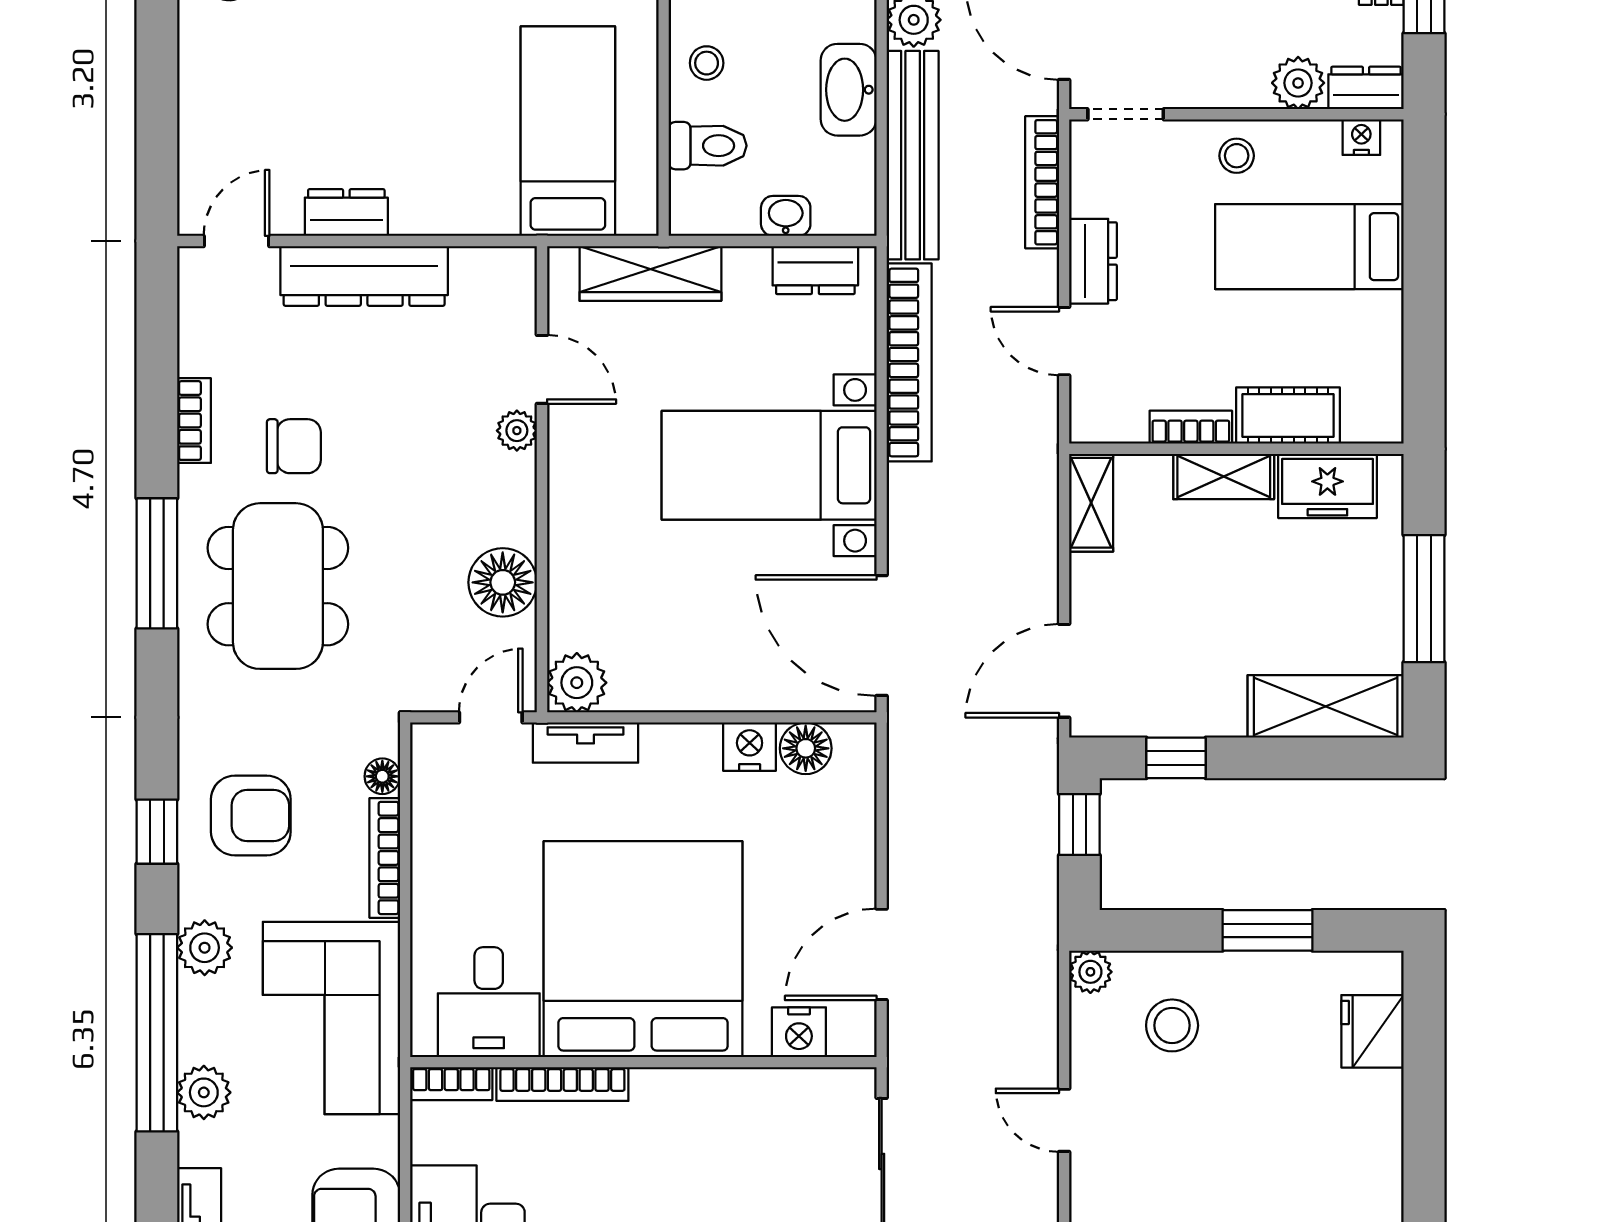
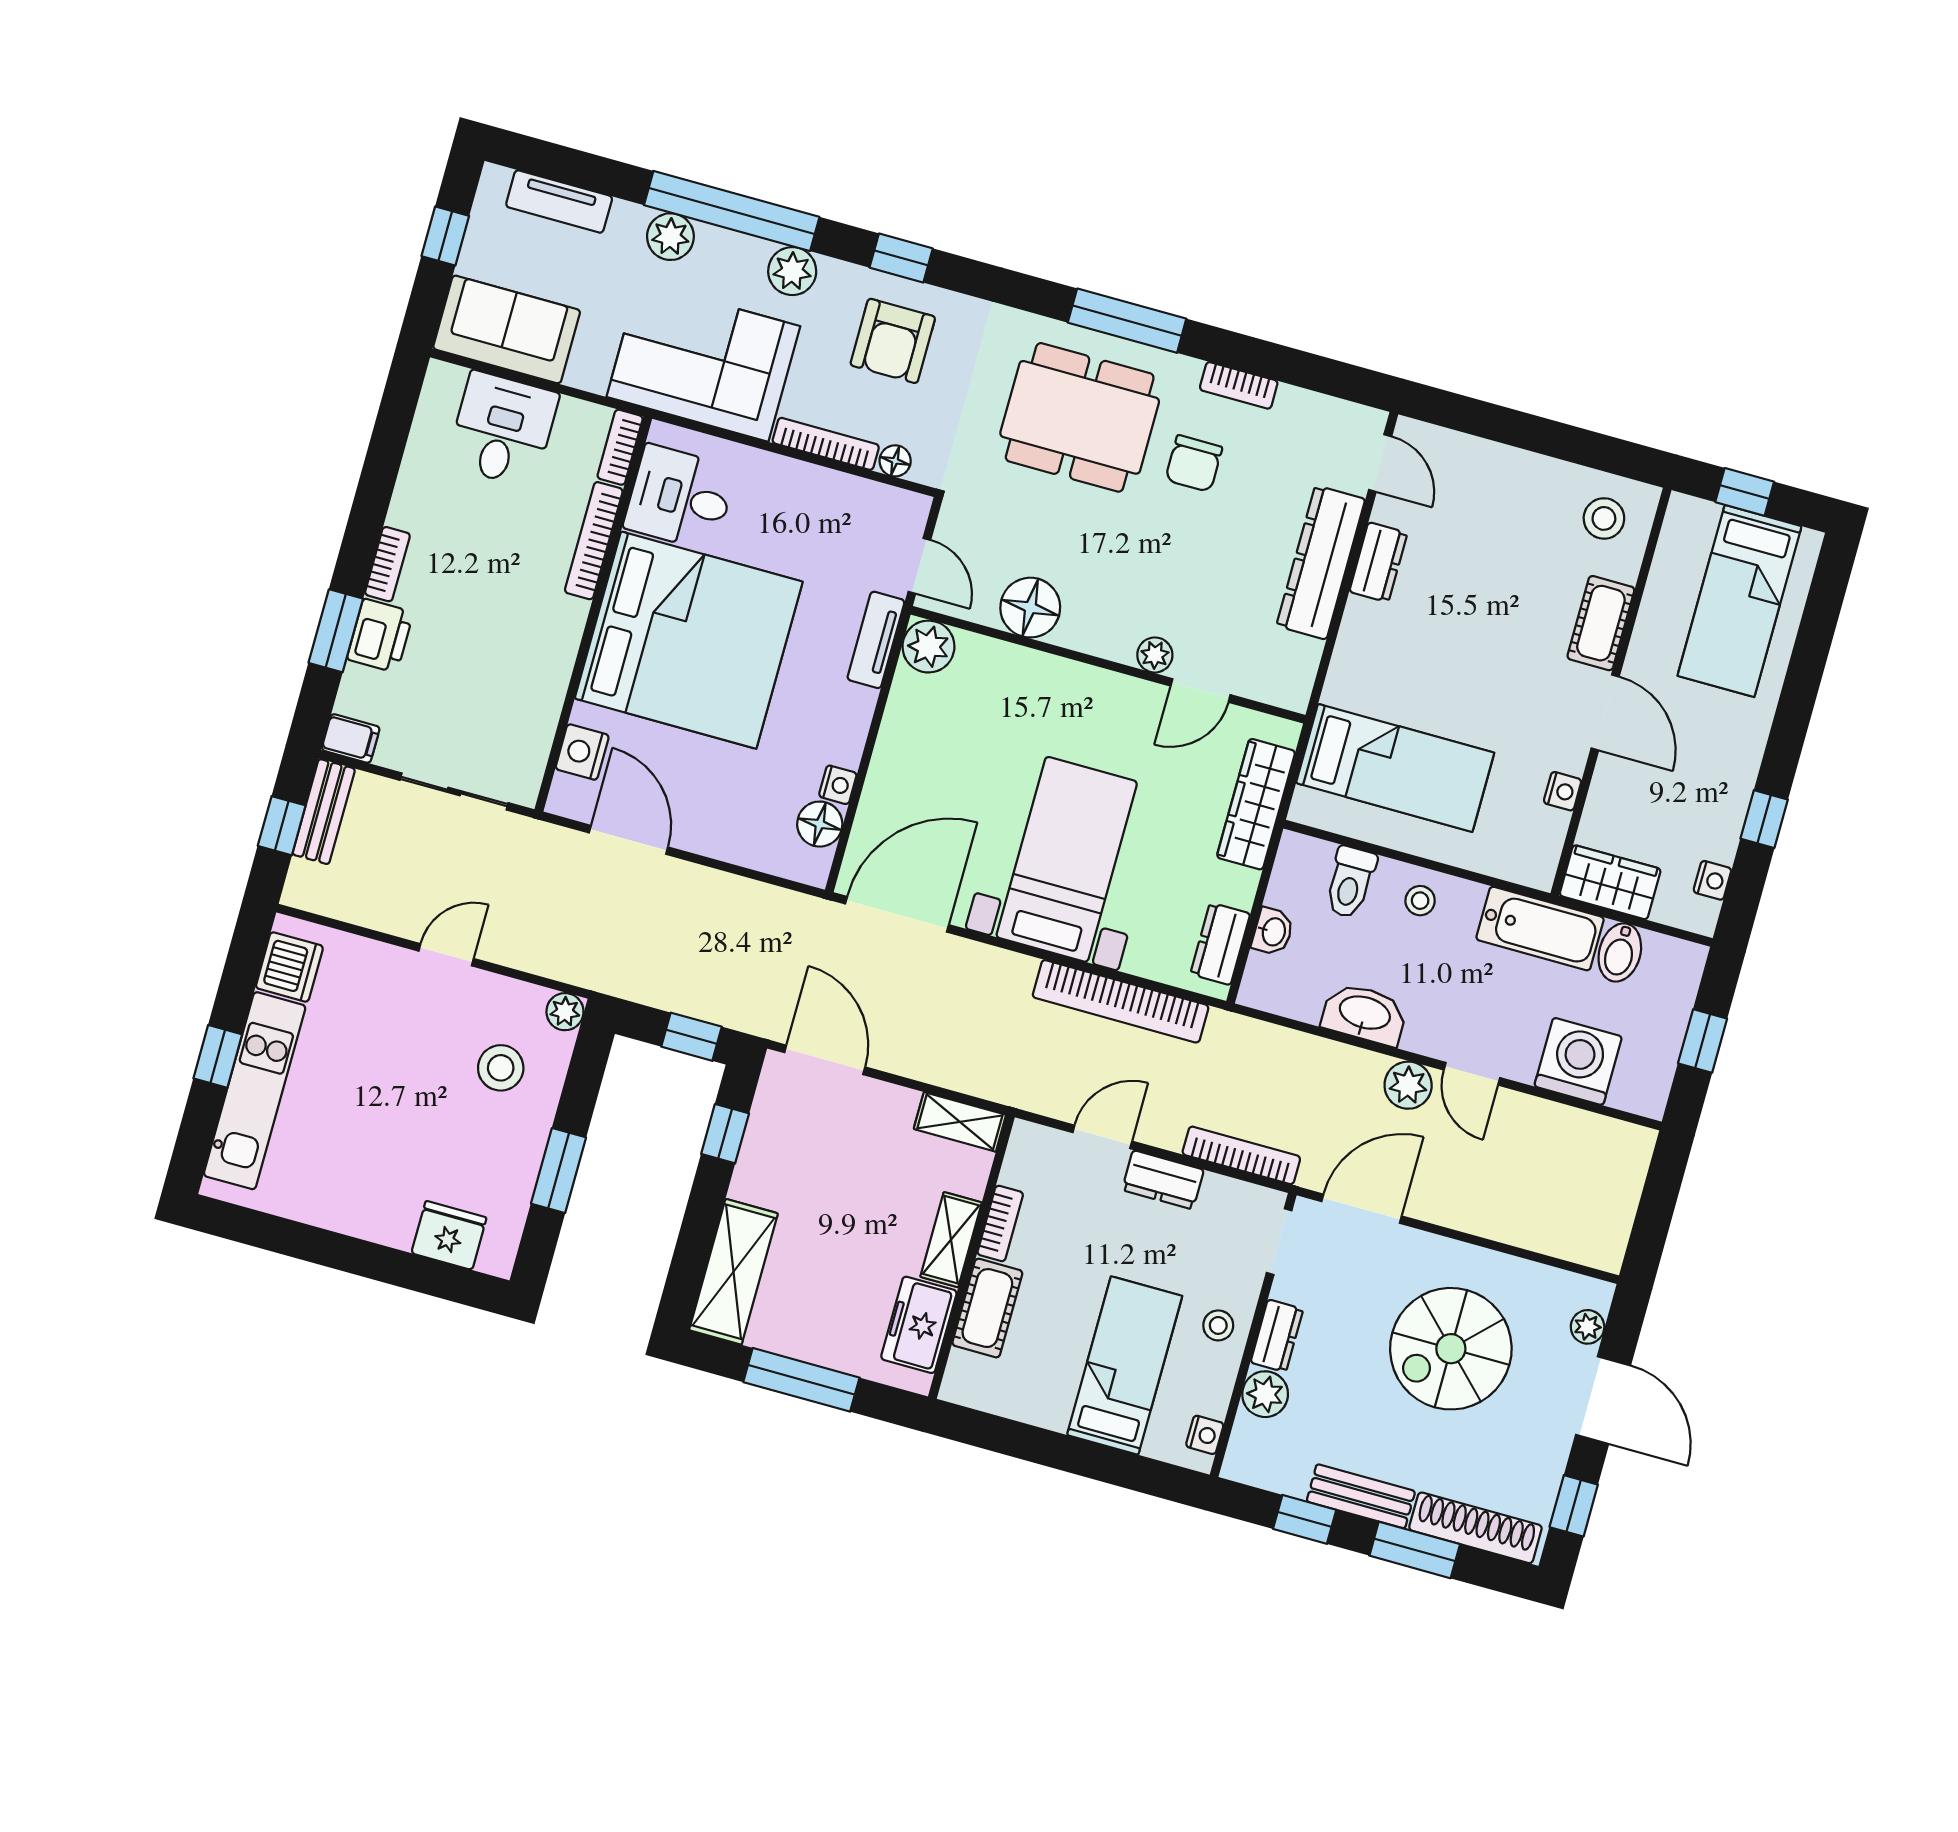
dresser: (1366, 88) -> (1277, 1336), moved
bench: (913, 155) -> (1294, 1053), removed
nightstand: (750, 747) -> (838, 785), width x0.72, depth x0.74

